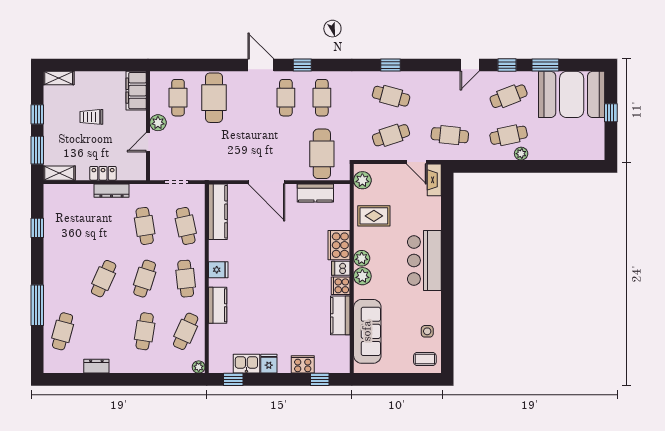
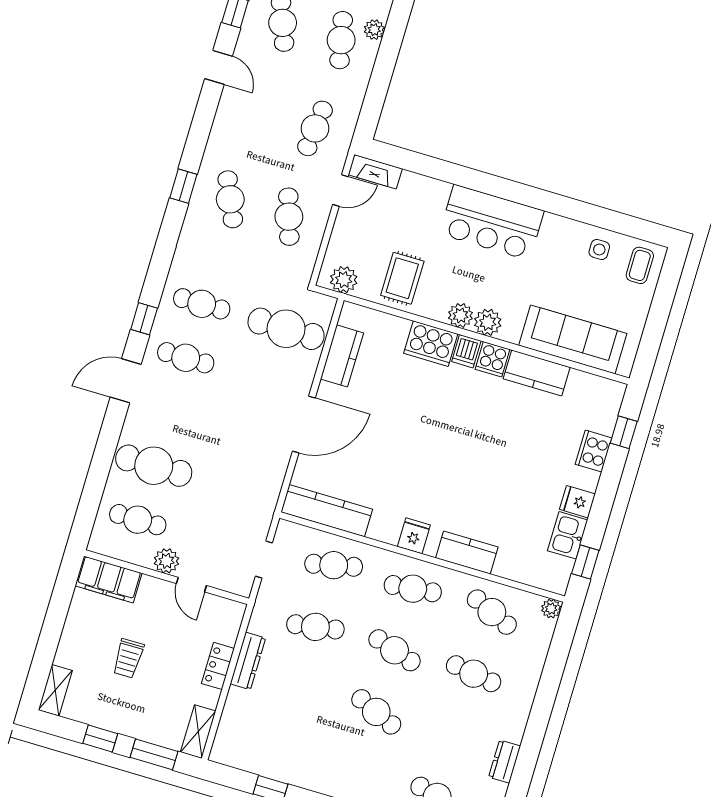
cafe table: (391, 96) -> (230, 199), turned -39

